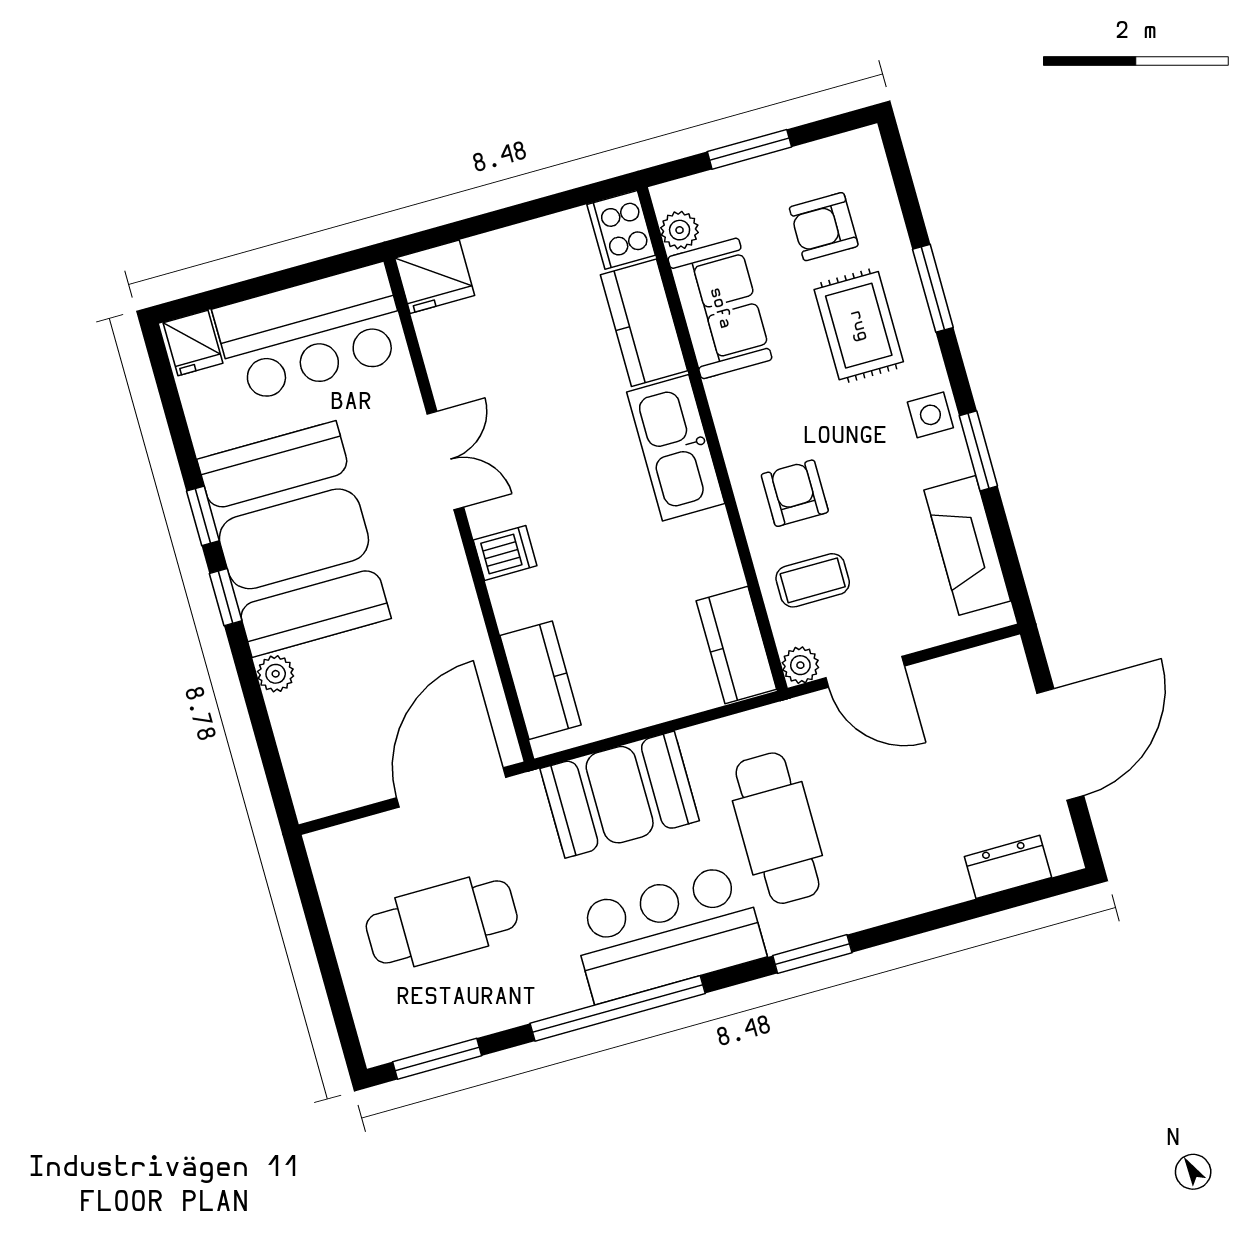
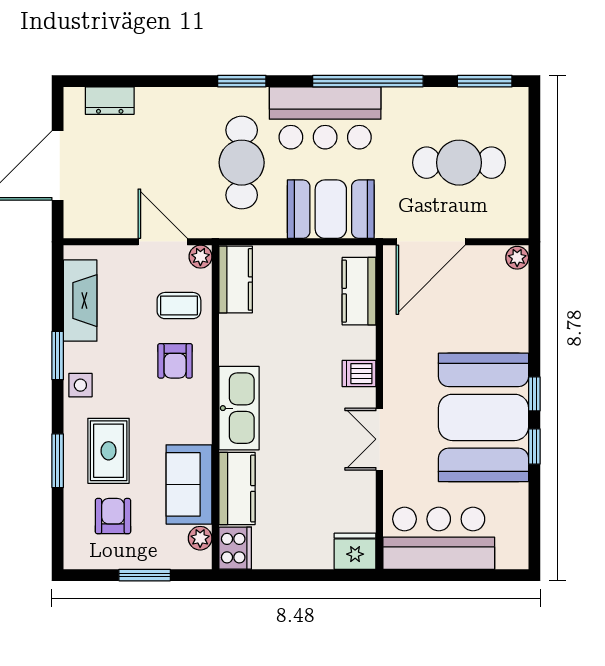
armchair: (824, 227) -> (113, 516), turned -90
fridge: (193, 343) -> (511, 552), removed
plant: (276, 674) -> (517, 258), moved

